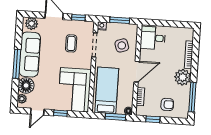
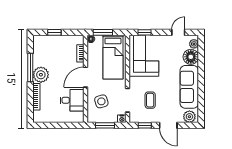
desk: (153, 38) -> (72, 100), moved
window: (17, 64) -> (201, 77), removed
window: (192, 97) -> (30, 68), moved
armchair: (167, 104) -> (54, 48), removed
window: (60, 113) -> (144, 32), moved
window: (153, 119) -> (54, 32), moved

